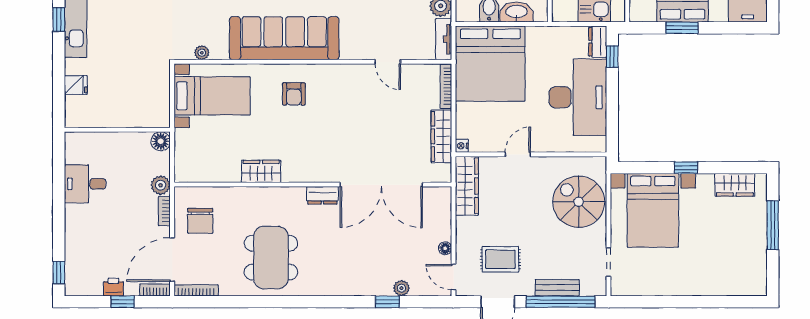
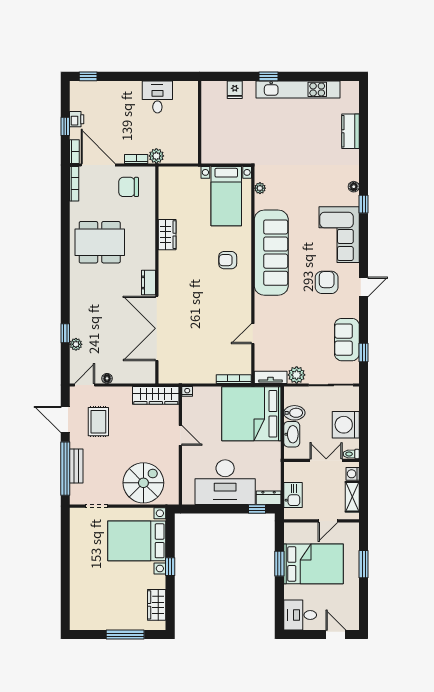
window: (59, 19) -> (268, 76), moved
wardrobe: (441, 136) -> (195, 376), removed
floor lamp: (161, 141) -> (191, 156), removed

